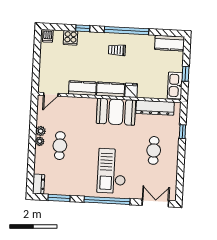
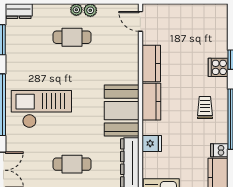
dishwasher: (48, 36) -> (219, 150), moved
cooker: (70, 38) -> (218, 67), moved
fridge: (131, 90) -> (152, 143), moved

